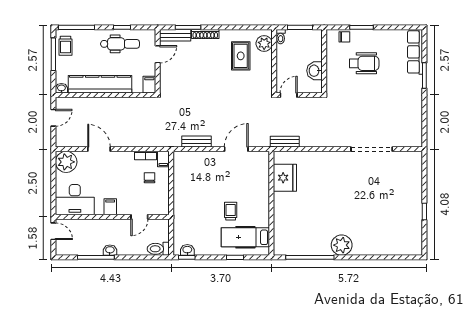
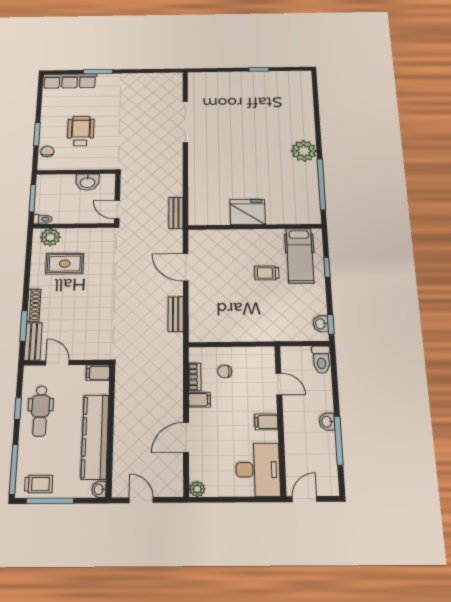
dental chair: (120, 44) -> (40, 411), turned 180
filing cabinet: (163, 159) -> (200, 400), moved
plant: (66, 162) -> (197, 489), width x0.53, depth x0.53
fridge: (285, 178) -> (248, 212), moved

